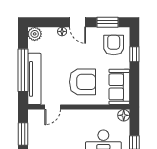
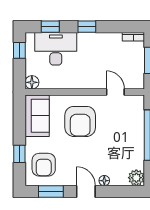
tv unit: (34, 79) -> (137, 125), removed
armchair: (83, 82) -> (80, 121), turned -90
door: (53, 107) -> (115, 92), hinge flipped

